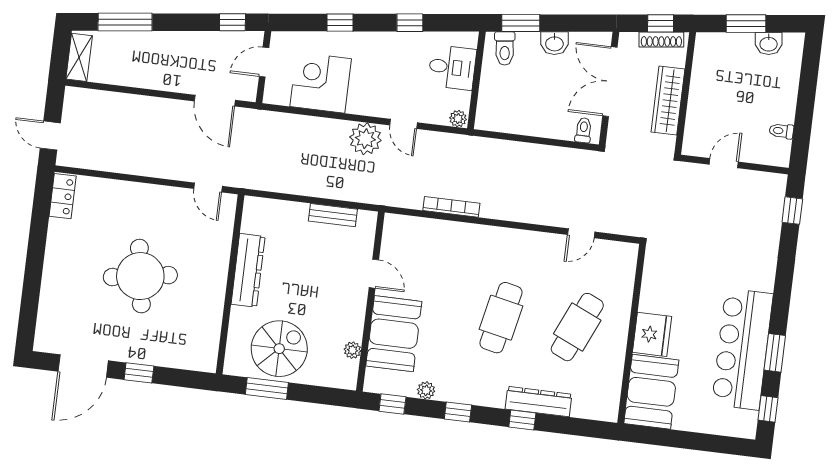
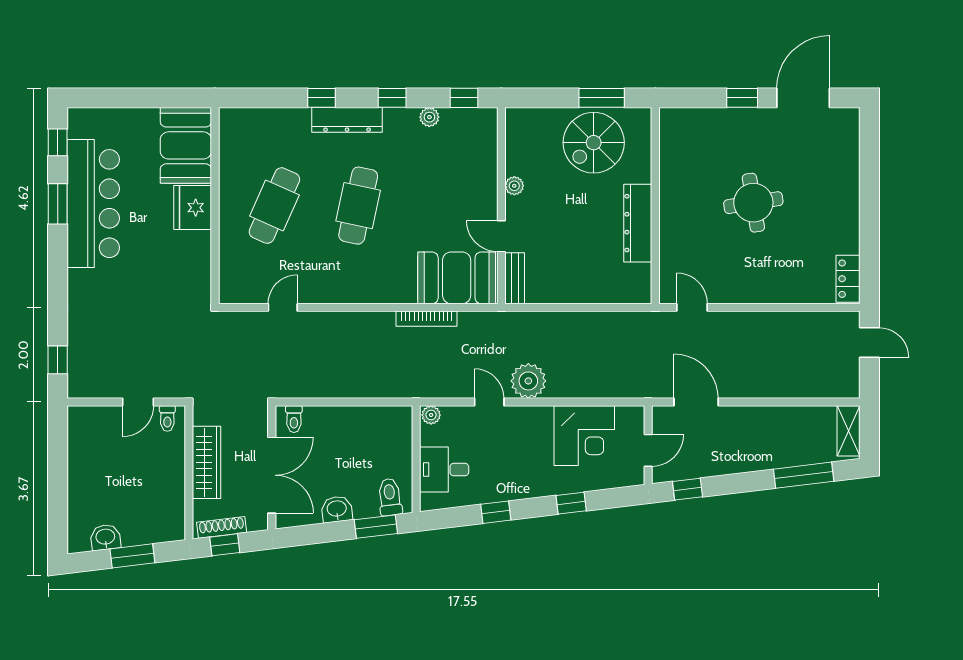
toilet: (781, 131) -> (167, 418), moved, turned 90
bench: (333, 215) -> (515, 278), moved, turned 90
round table: (140, 276) -> (753, 203), width x0.73, depth x0.73
booth: (394, 334) -> (457, 278), moved, turned 90
plant: (352, 350) -> (514, 186), moved
dresser: (538, 402) -> (347, 120), moved

